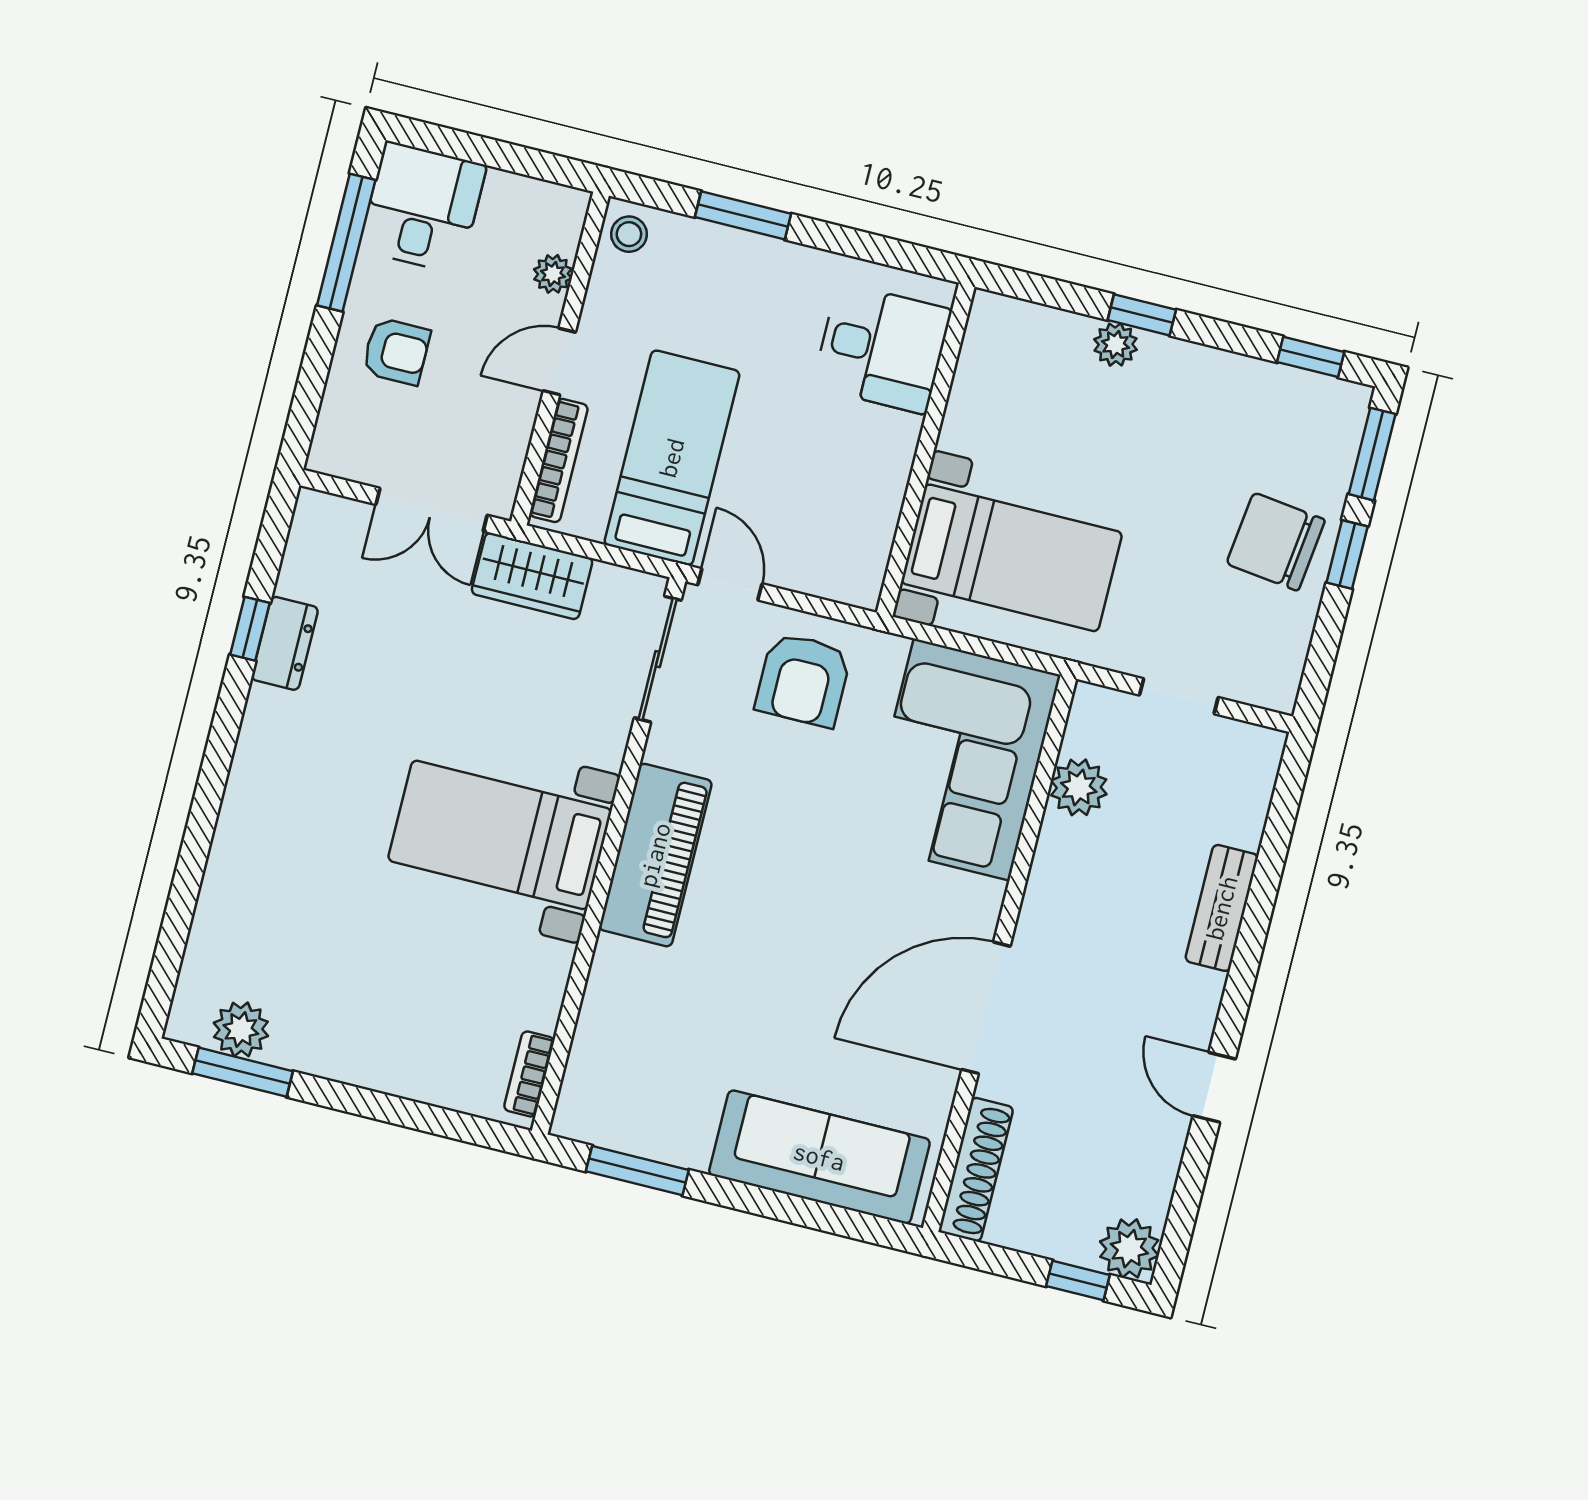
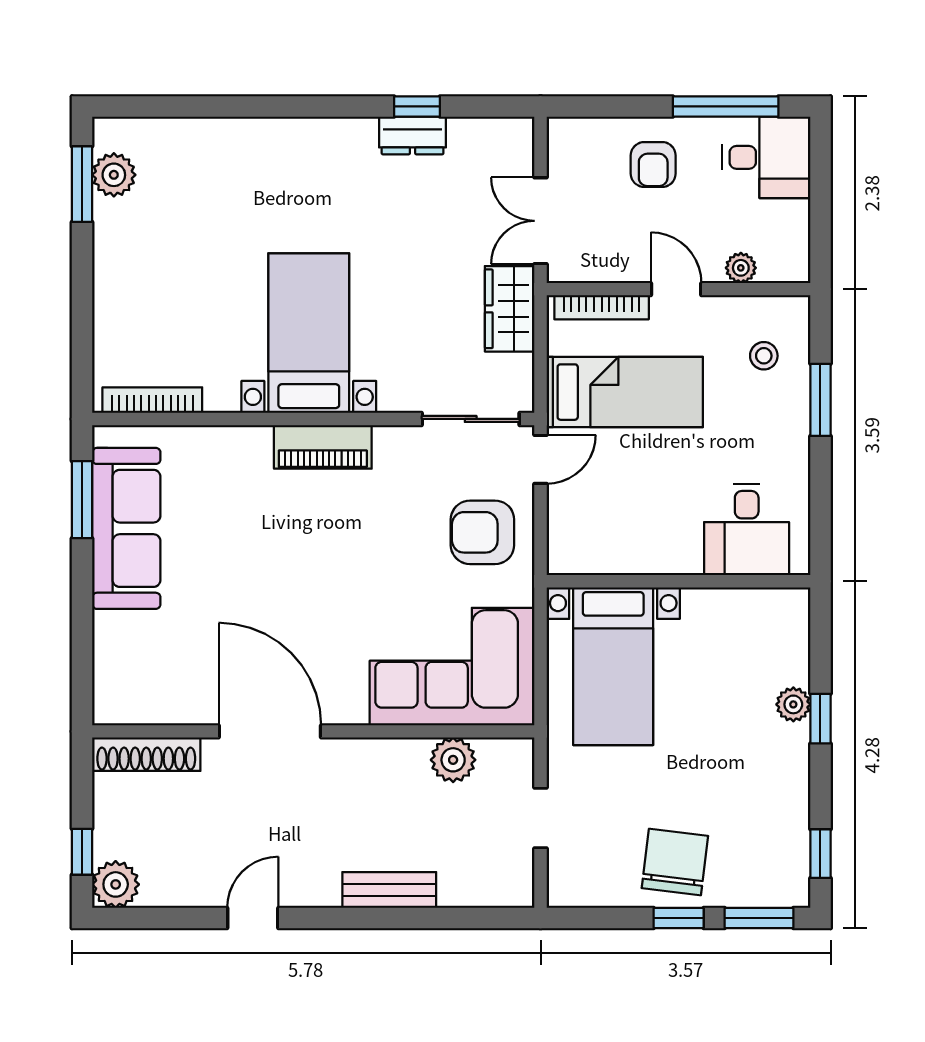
stool: (629, 234) -> (764, 356), moved
piano: (655, 855) -> (323, 447), width x0.73, depth x0.75
bookcase: (529, 1074) -> (152, 400), width x1.56
sofa: (819, 1157) -> (126, 528), moved

